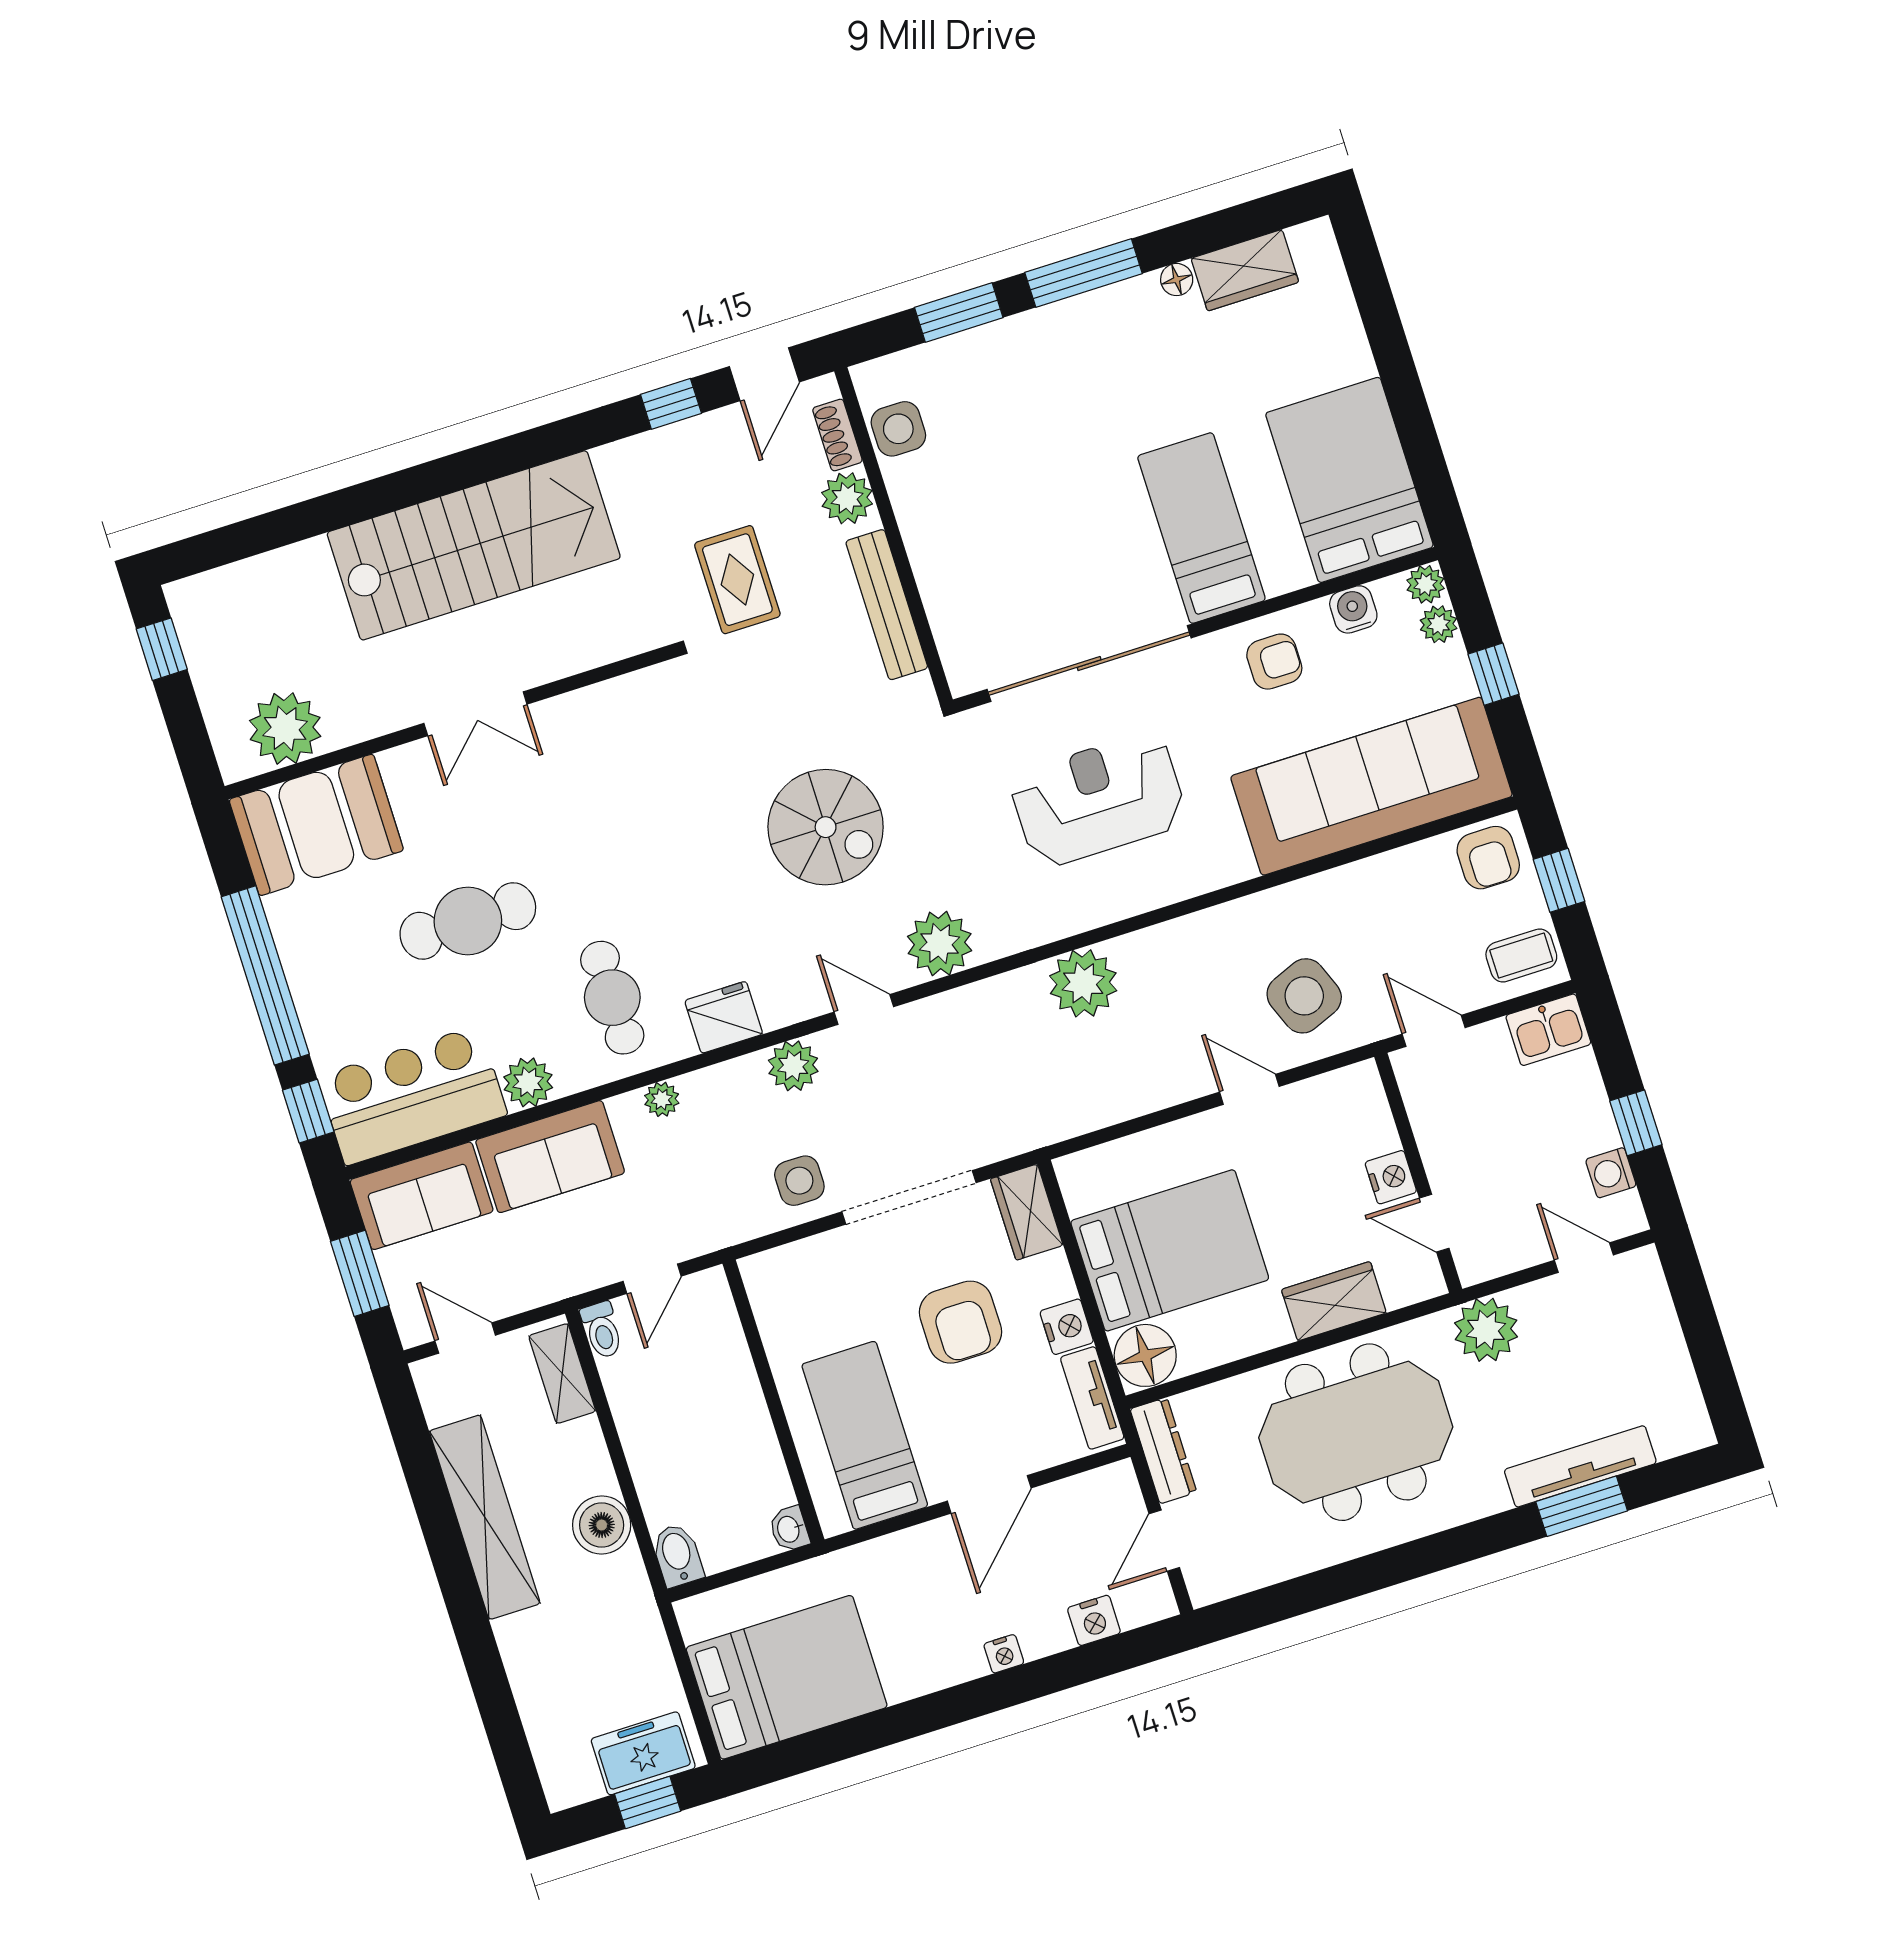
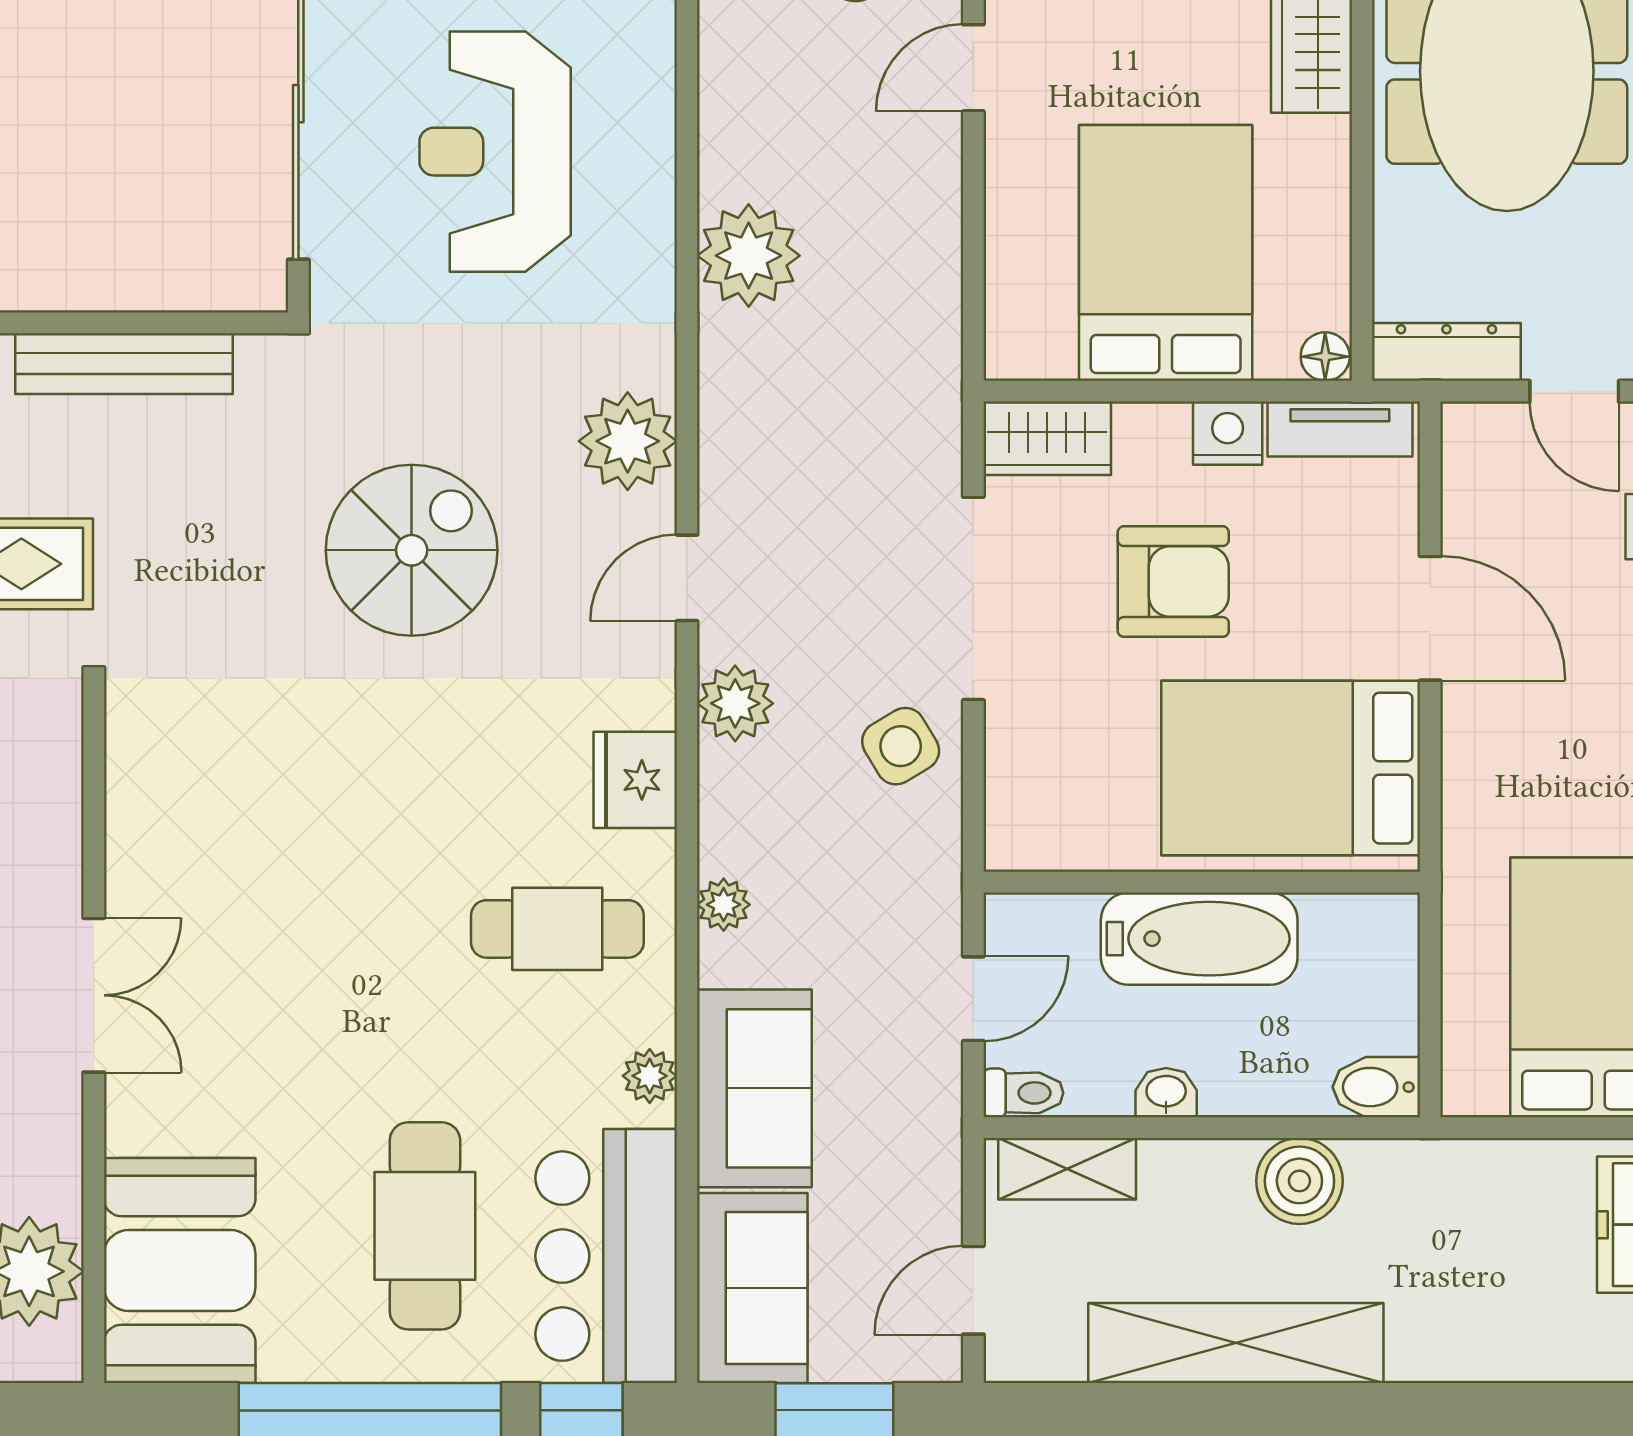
cafe table: (468, 921) -> (425, 1226), moved
plant: (528, 1082) -> (650, 1076), width x0.73, depth x0.73
side table: (799, 1181) -> (901, 746), turned -31
door: (652, 1279) -> (973, 999), hinge flipped
floor lamp: (1145, 1355) -> (1325, 357), width x0.53, depth x0.53
bathtub: (737, 1411) -> (1199, 939), added
bed: (865, 1435) -> (1291, 768), width x1.50
washbasin: (789, 1529) -> (1166, 1093), moved, turned 180

